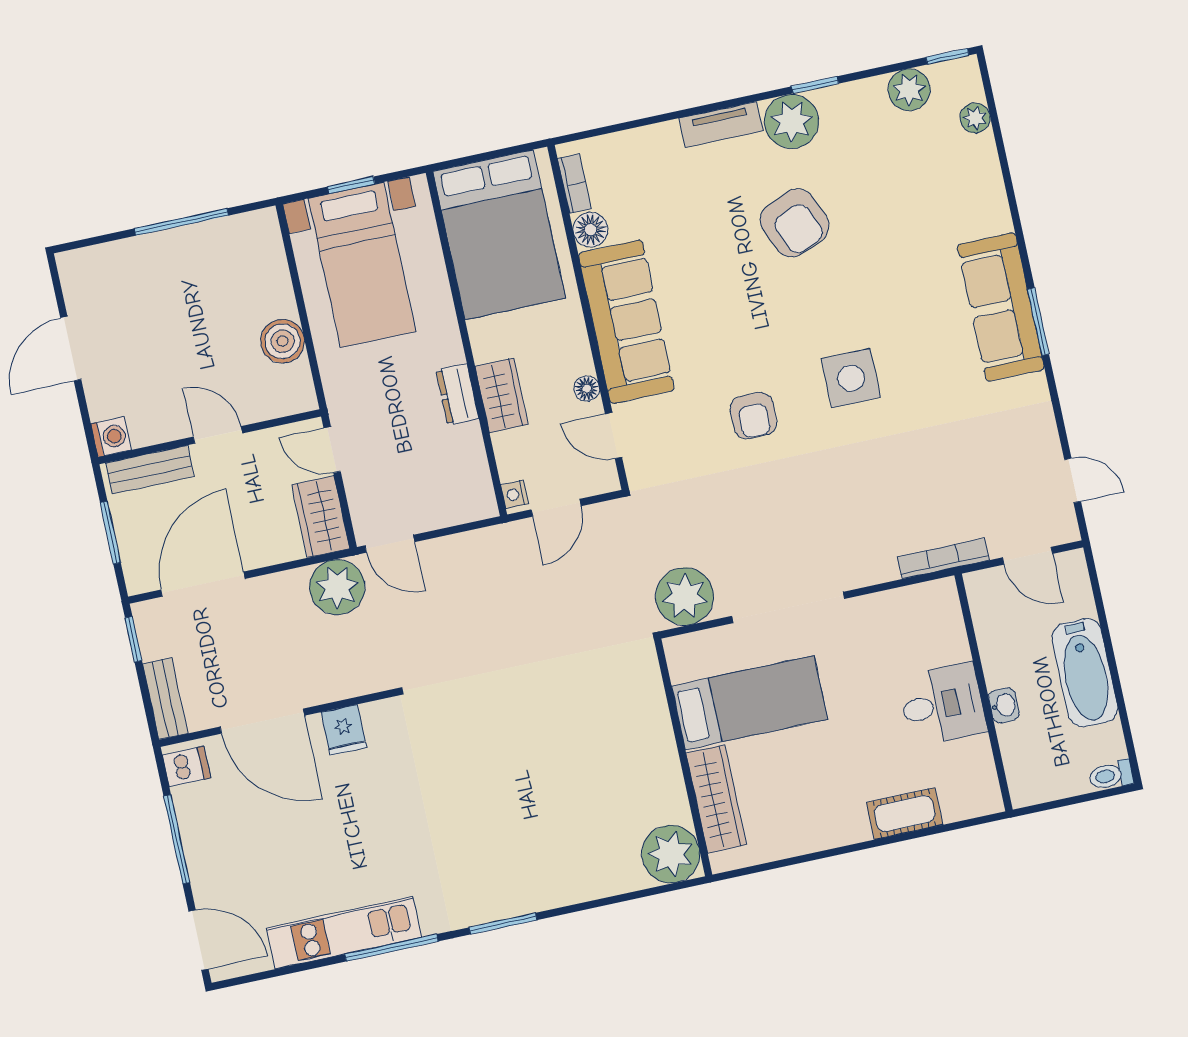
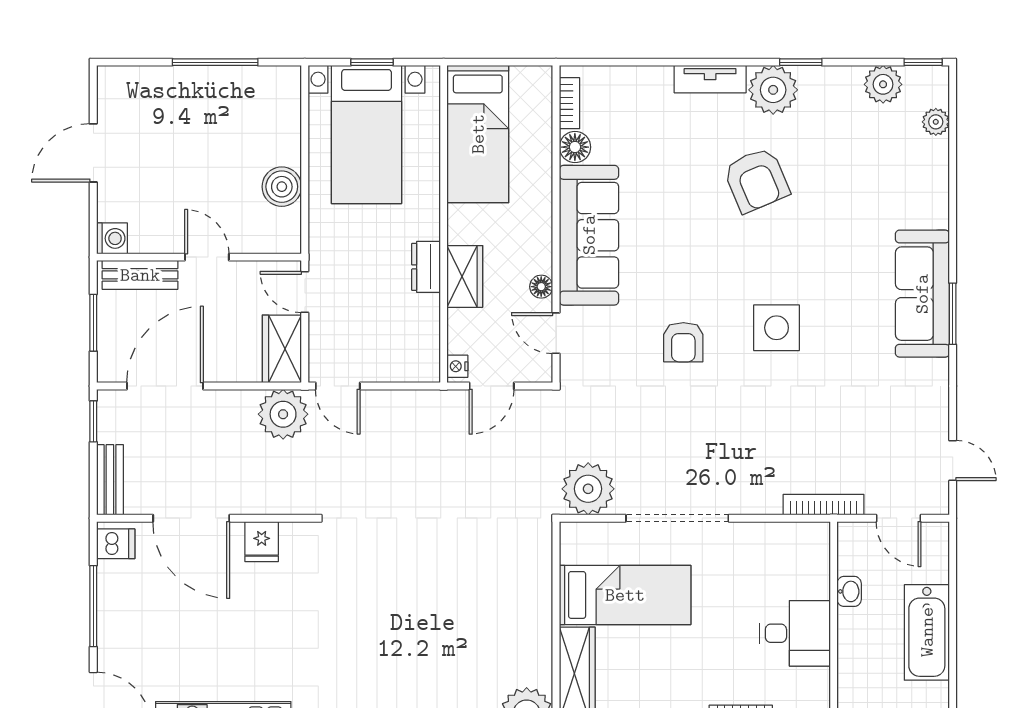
bed: (499, 235) -> (478, 134), width x0.67
washbasin: (1004, 705) -> (849, 591), moved

